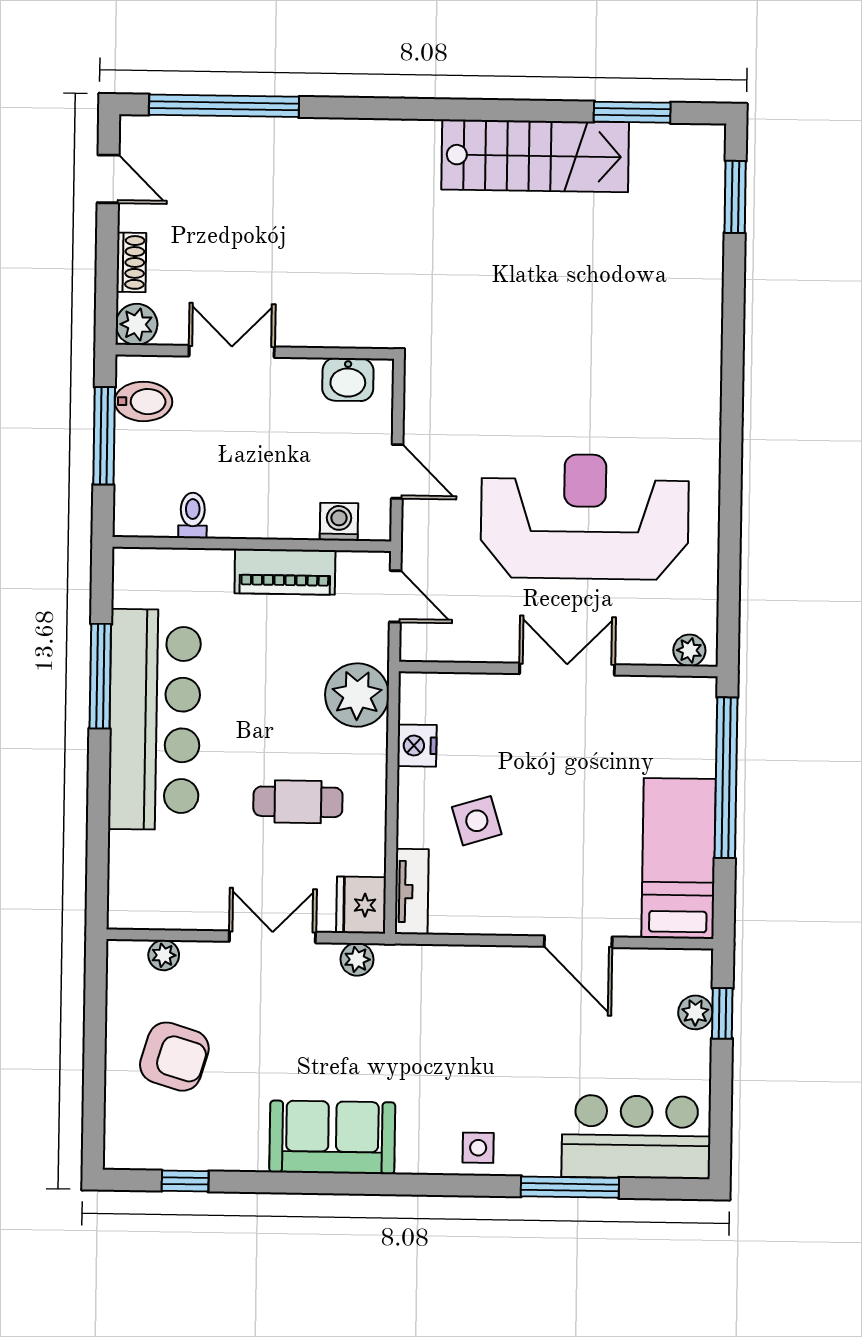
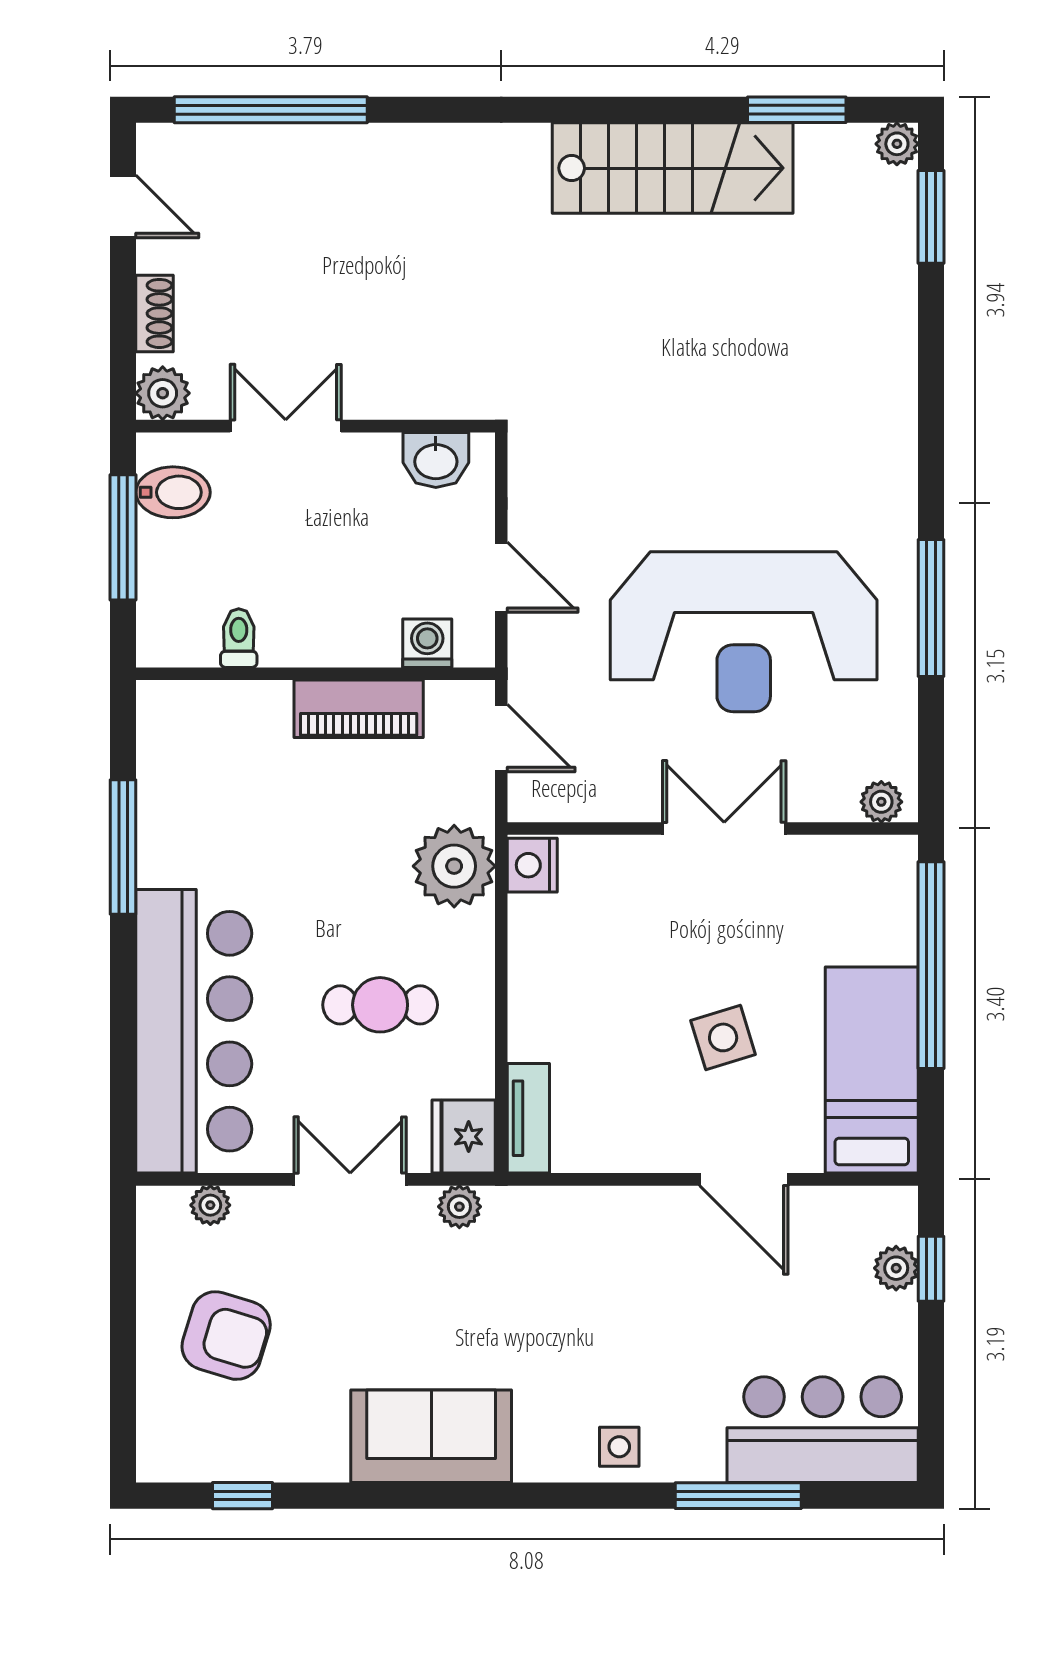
plant: (710, 140) -> (897, 144), added
window: (730, 500) -> (931, 608), added
reception desk: (585, 517) -> (744, 632), turned 180
bar counter: (155, 720) -> (194, 1031), moved
nightstand: (417, 746) -> (532, 865), moved
side table: (477, 821) -> (723, 1037), moved

